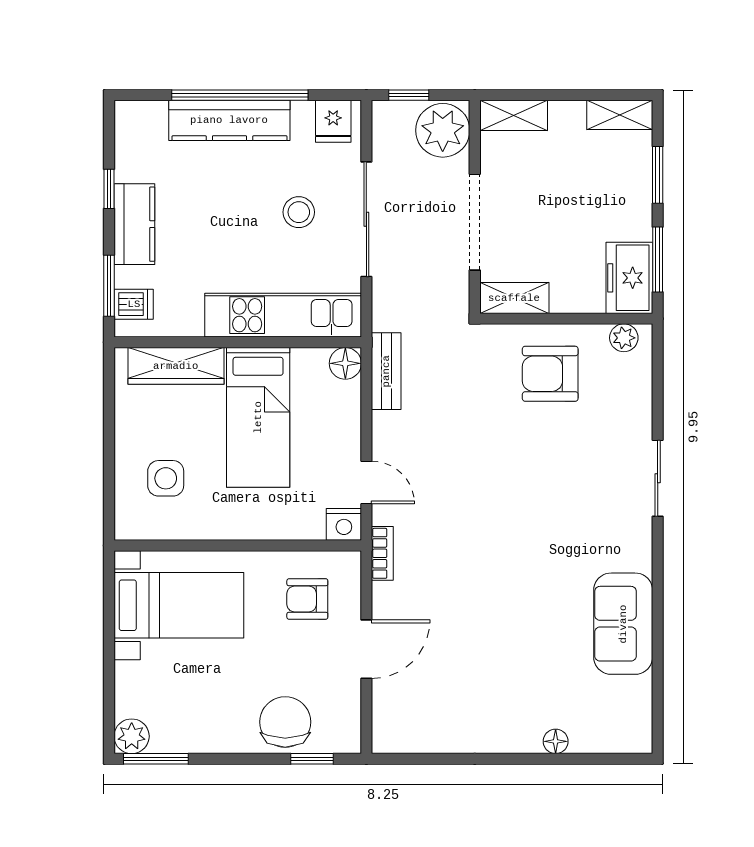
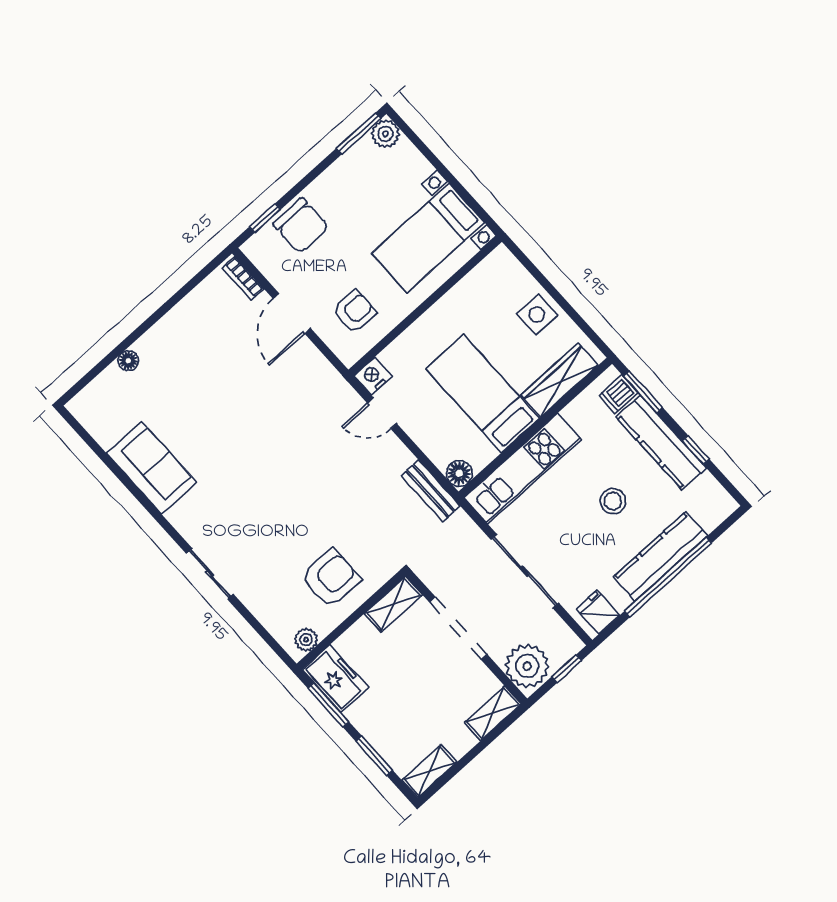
stool: (299, 212) -> (613, 501), moved
kitchen counter: (134, 224) -> (661, 443), width x1.50
side table: (166, 478) -> (537, 315), moved
bookcase: (382, 553) -> (243, 278), moved

